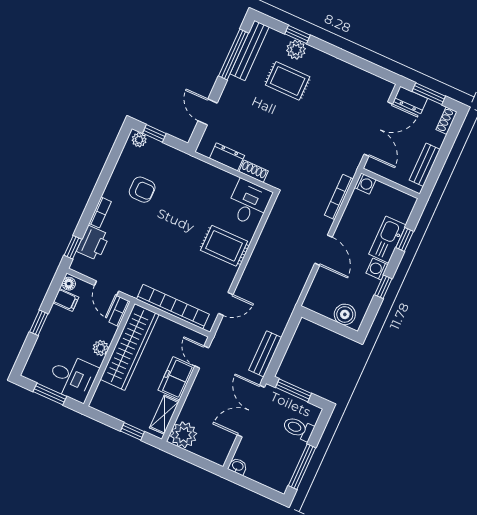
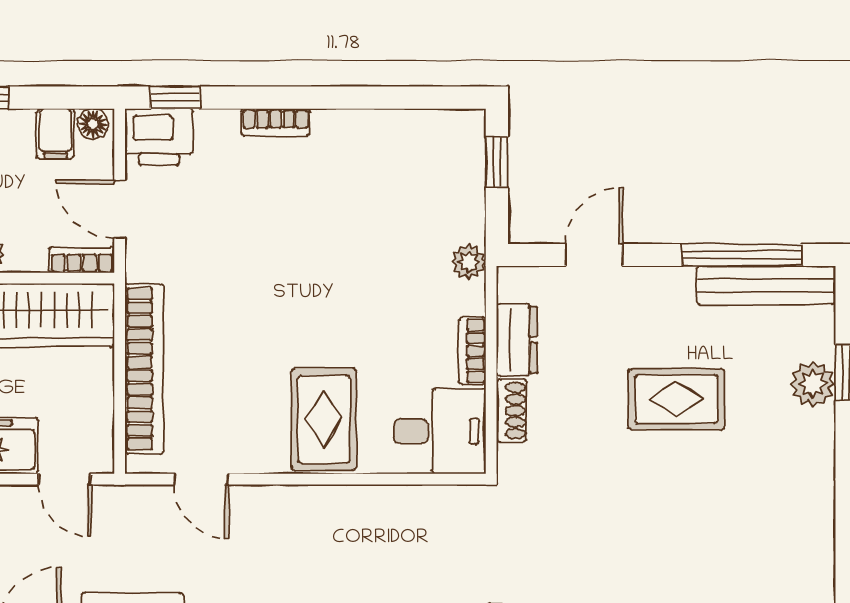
rug: (288, 81) -> (676, 399), moved, turned 90
plant: (139, 140) -> (469, 262), moved
bookcase: (223, 176) -> (472, 351), added
armchair: (142, 190) -> (365, 190), removed
printer: (93, 243) -> (159, 137), moved
door: (107, 288) -> (120, 209), hinge flipped
door: (202, 357) -> (65, 479), swing flipped

